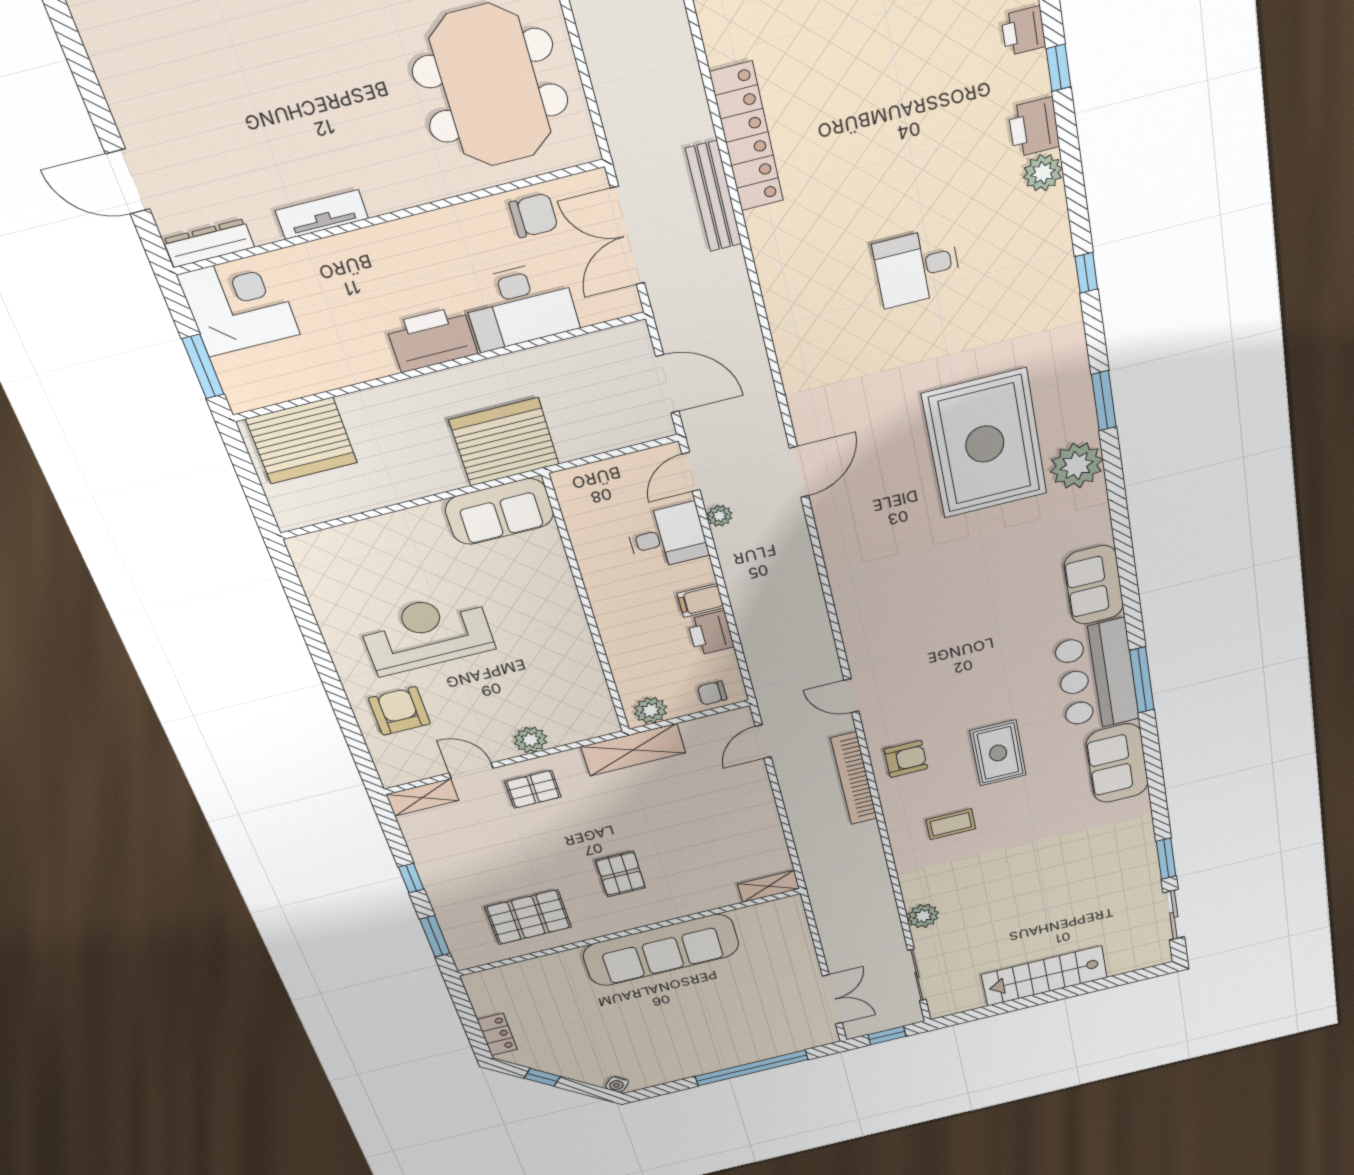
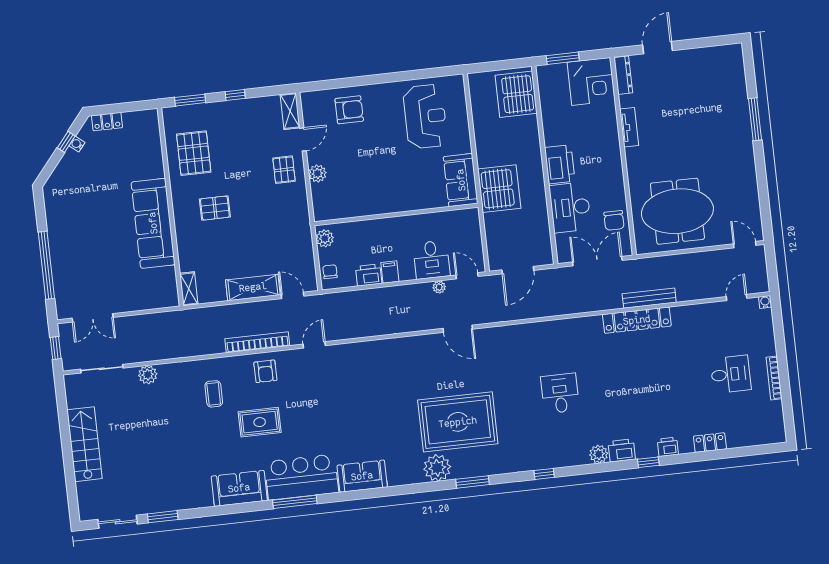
bench: (714, 196) -> (649, 298), moved
reception desk: (427, 633) -> (425, 116), moved
shelving: (633, 750) -> (253, 287), moved, turned 90
water cooler: (617, 1084) -> (77, 144), moved

